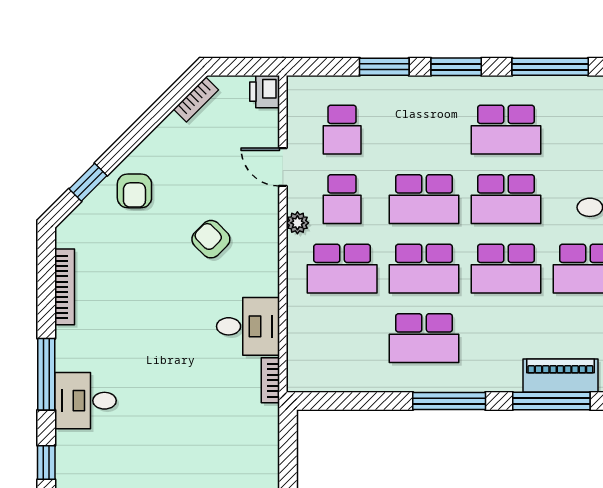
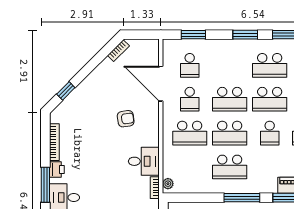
window: (384, 67) -> (193, 35), moved
printer: (265, 92) -> (57, 170), moved, turned 180
door: (283, 167) -> (161, 84), width x1.88
armchair: (134, 191) -> (88, 95), removed
plant: (297, 223) -> (168, 184), moved
armchair: (211, 239) -> (126, 119), turned 127
school desk: (506, 269) -> (270, 133), width x0.54

